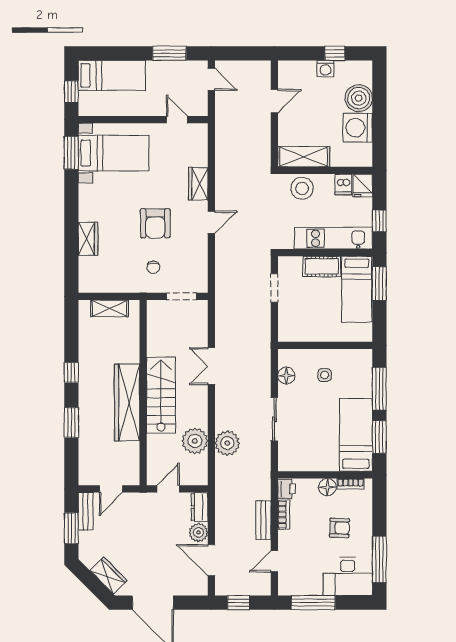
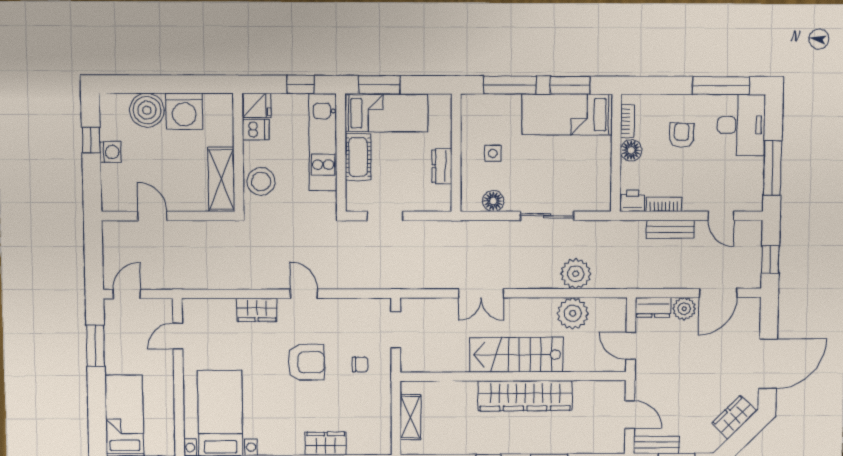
dresser: (314, 334) -> (442, 166), added

